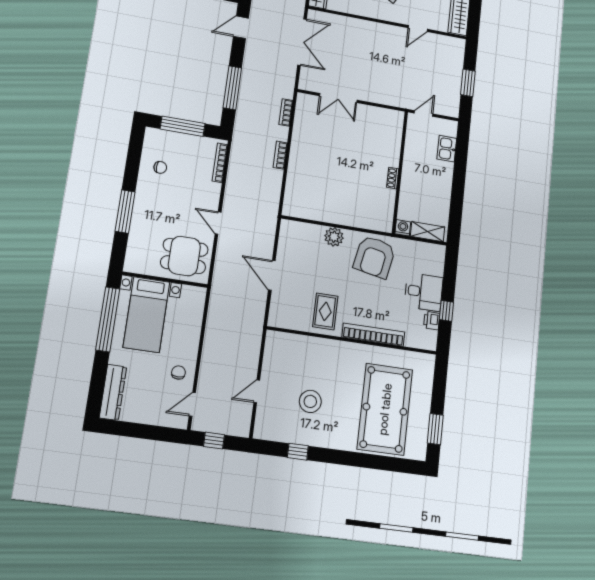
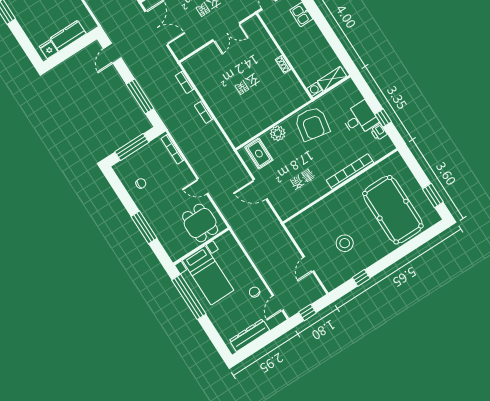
double door: (338, 98) -> (226, 32), moved
dining table: (184, 256) -> (200, 223), turned 90
rug: (325, 311) -> (259, 154), moved
dresser: (113, 392) -> (249, 335), moved, turned -90

